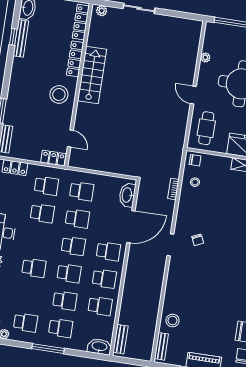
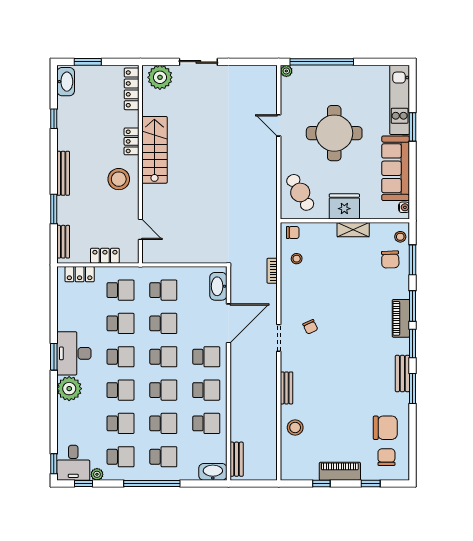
plant: (102, 11) -> (160, 77), width x1.88, depth x1.88
bench: (21, 38) -> (63, 173), moved
plant: (205, 57) -> (286, 71), moved
locker: (75, 59) -> (131, 141), width x0.66
door: (193, 95) -> (279, 125), moved
cafe table: (206, 128) -> (300, 192), turned -30
locker: (53, 158) -> (105, 256), moved
school desk: (38, 241) -> (120, 357), added
school desk: (30, 295) -> (120, 423), added
bench: (161, 346) -> (287, 388), moved
window: (48, 349) -> (152, 484), width x1.46

